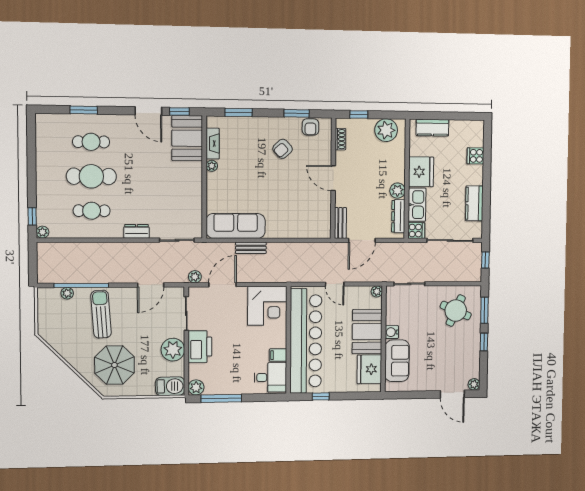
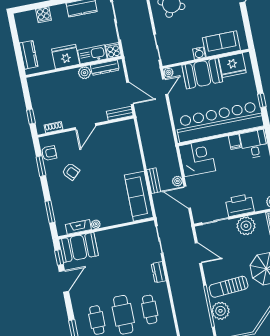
plant: (386, 130) -> (39, 92), removed
plant: (195, 277) -> (177, 181), moved
door: (335, 284) -> (165, 87), moved
plant: (67, 293) -> (220, 311), width x1.88, depth x1.88

